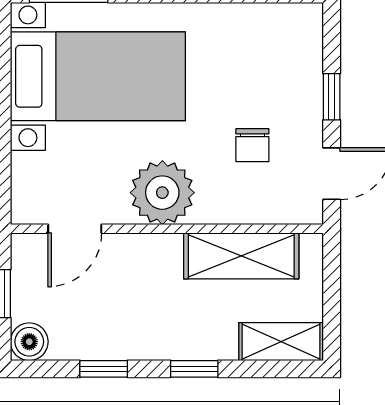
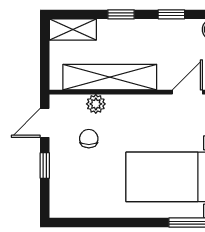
plant: (162, 193) -> (96, 104), moved, width x0.53, depth x0.53
shelving: (241, 256) -> (110, 77), width x1.47

